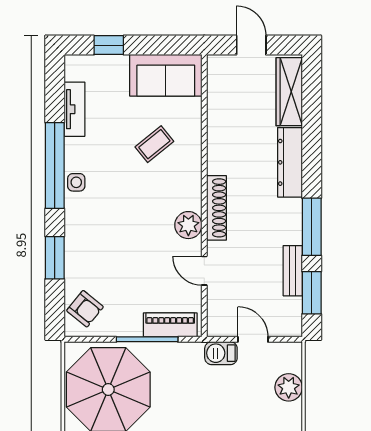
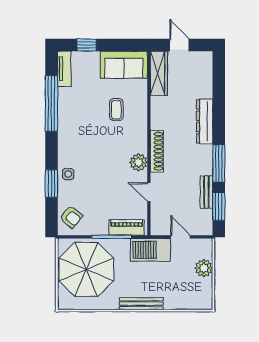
wardrobe: (289, 92) -> (159, 73), moved, turned 180
tv unit: (74, 109) -> (64, 69), moved
coffee table: (154, 144) -> (116, 110), turned -51
window: (55, 166) -> (51, 103), moved
side table: (76, 182) -> (68, 174), moved
barbecue: (221, 353) -> (150, 250), width x1.88, depth x1.53

